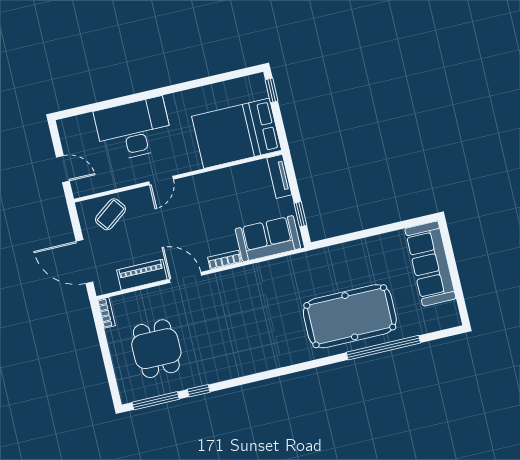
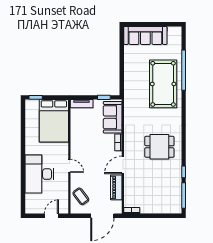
dining table: (156, 349) -> (159, 147), moved

